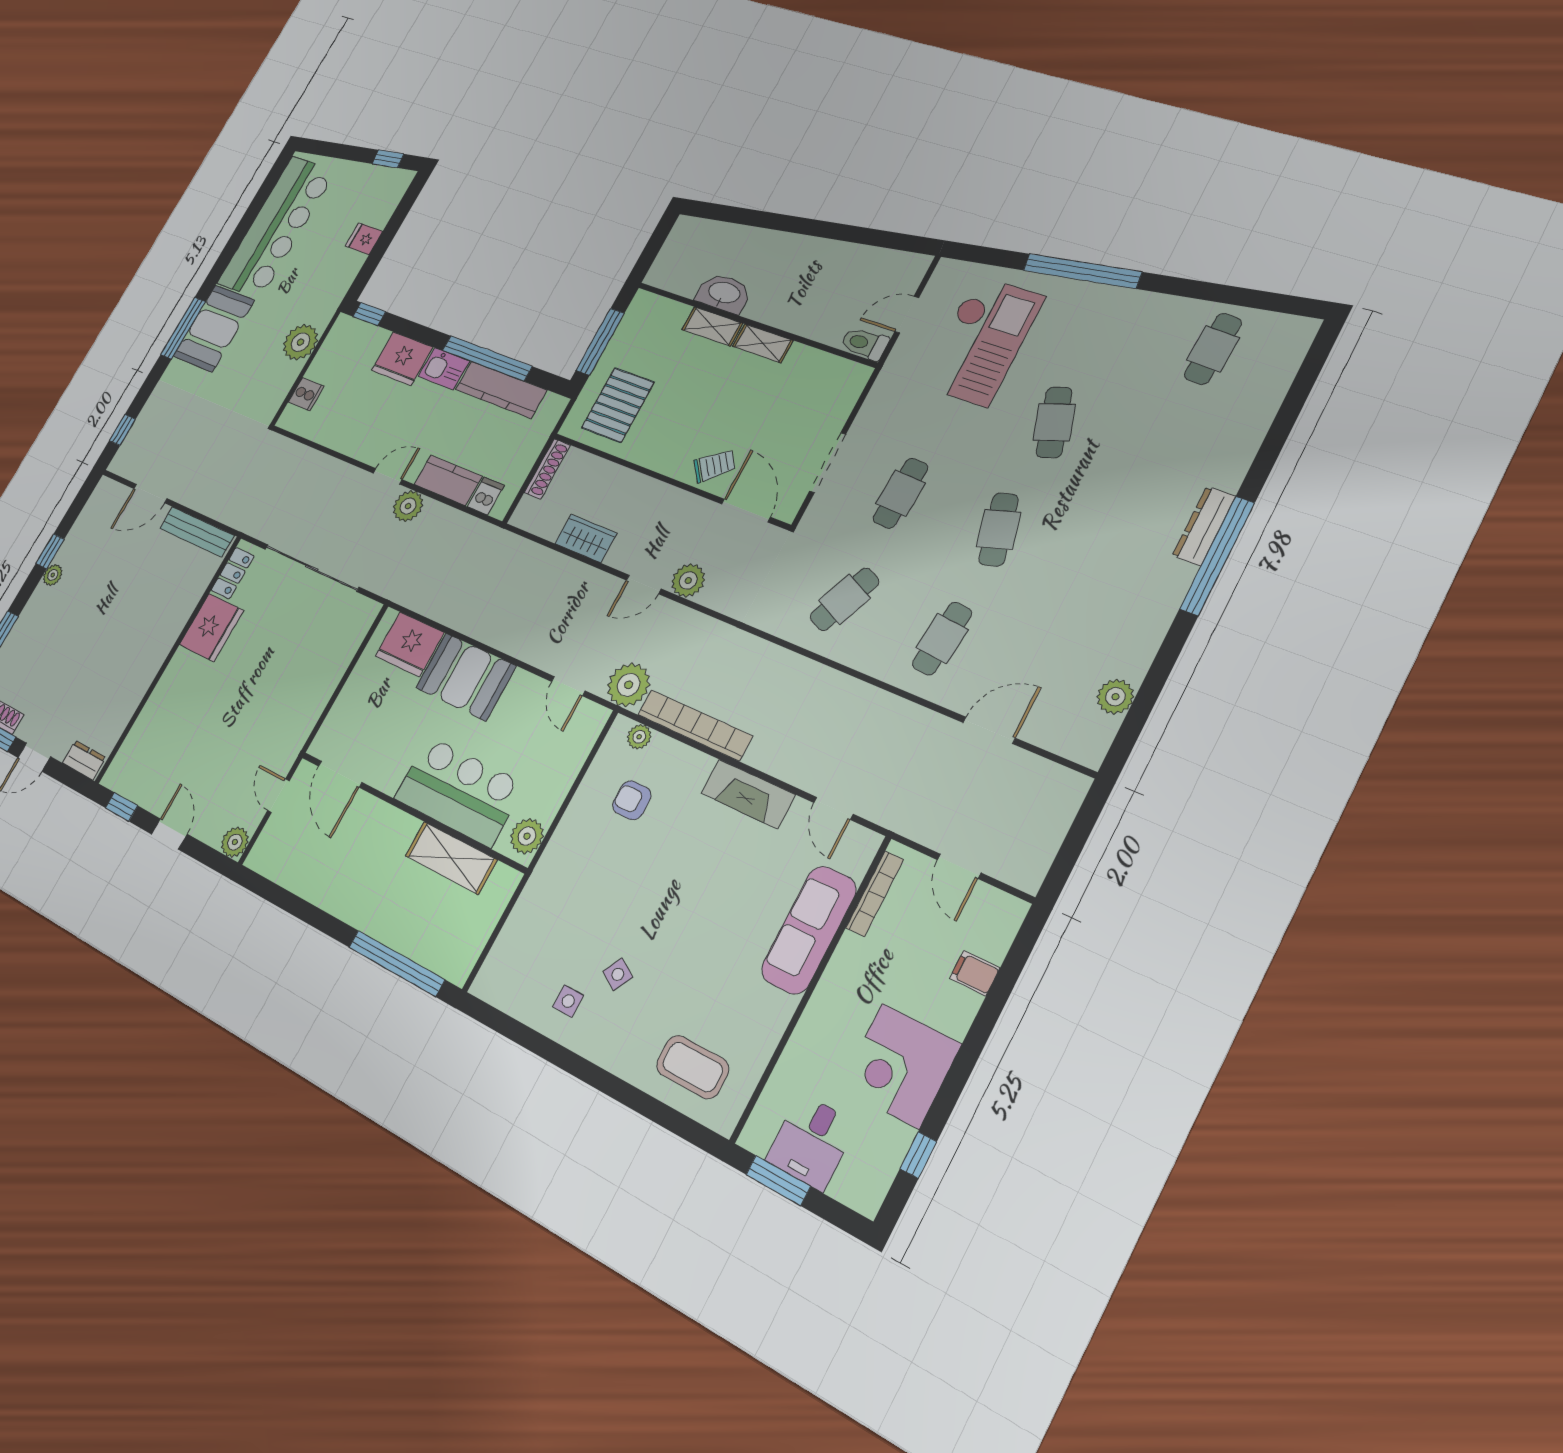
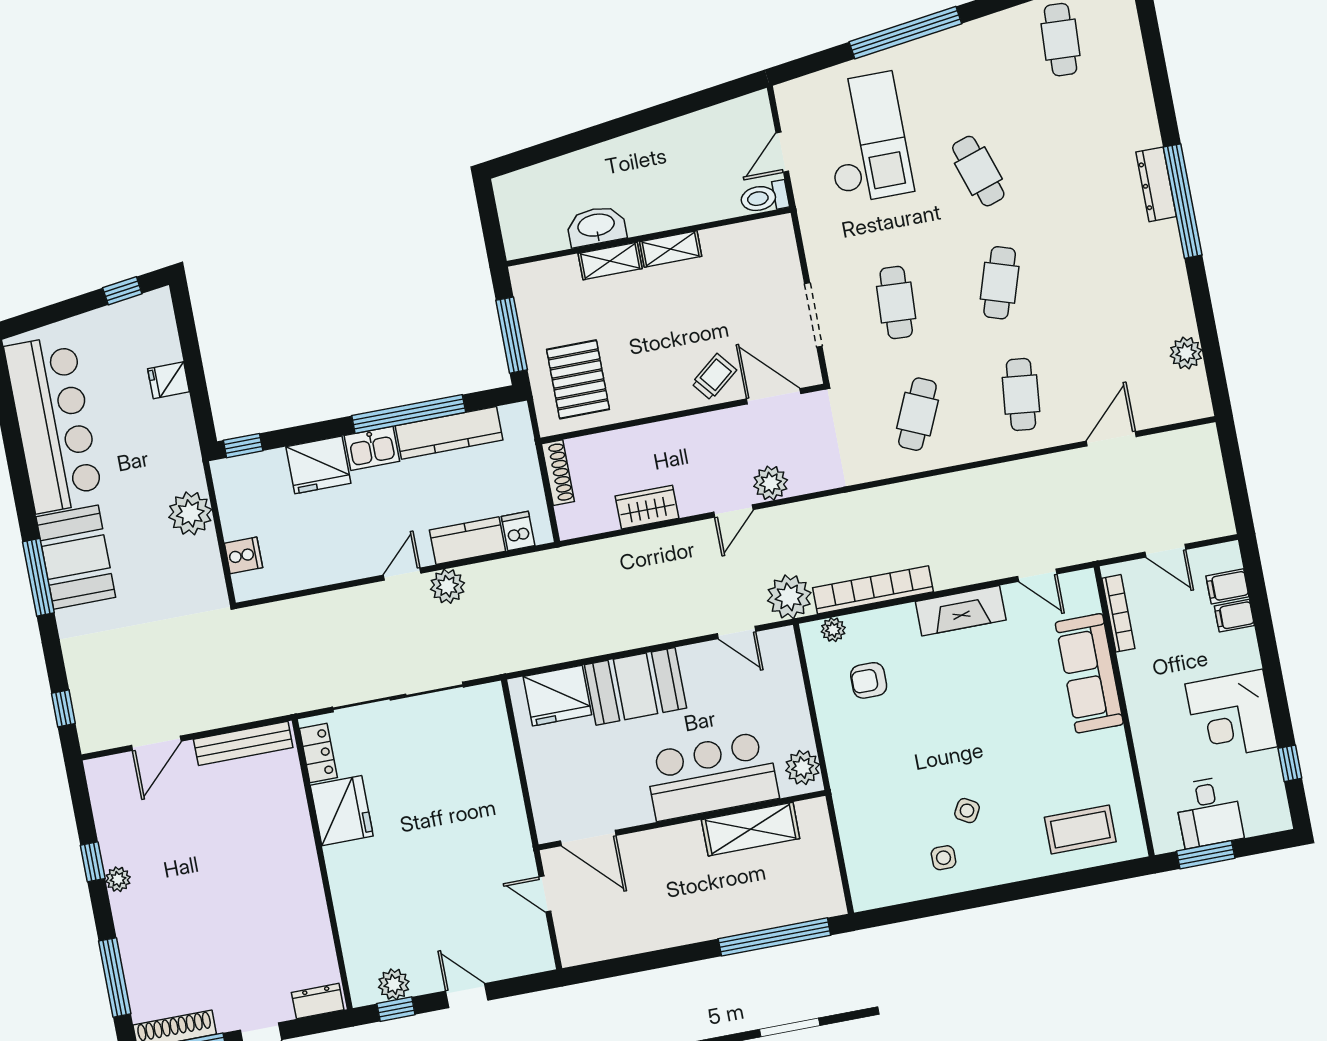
cafe table: (999, 529) -> (1000, 283), turned 33
plant: (235, 842) -> (394, 984), moved
filing cabinet: (989, 941) -> (1227, 586), added

